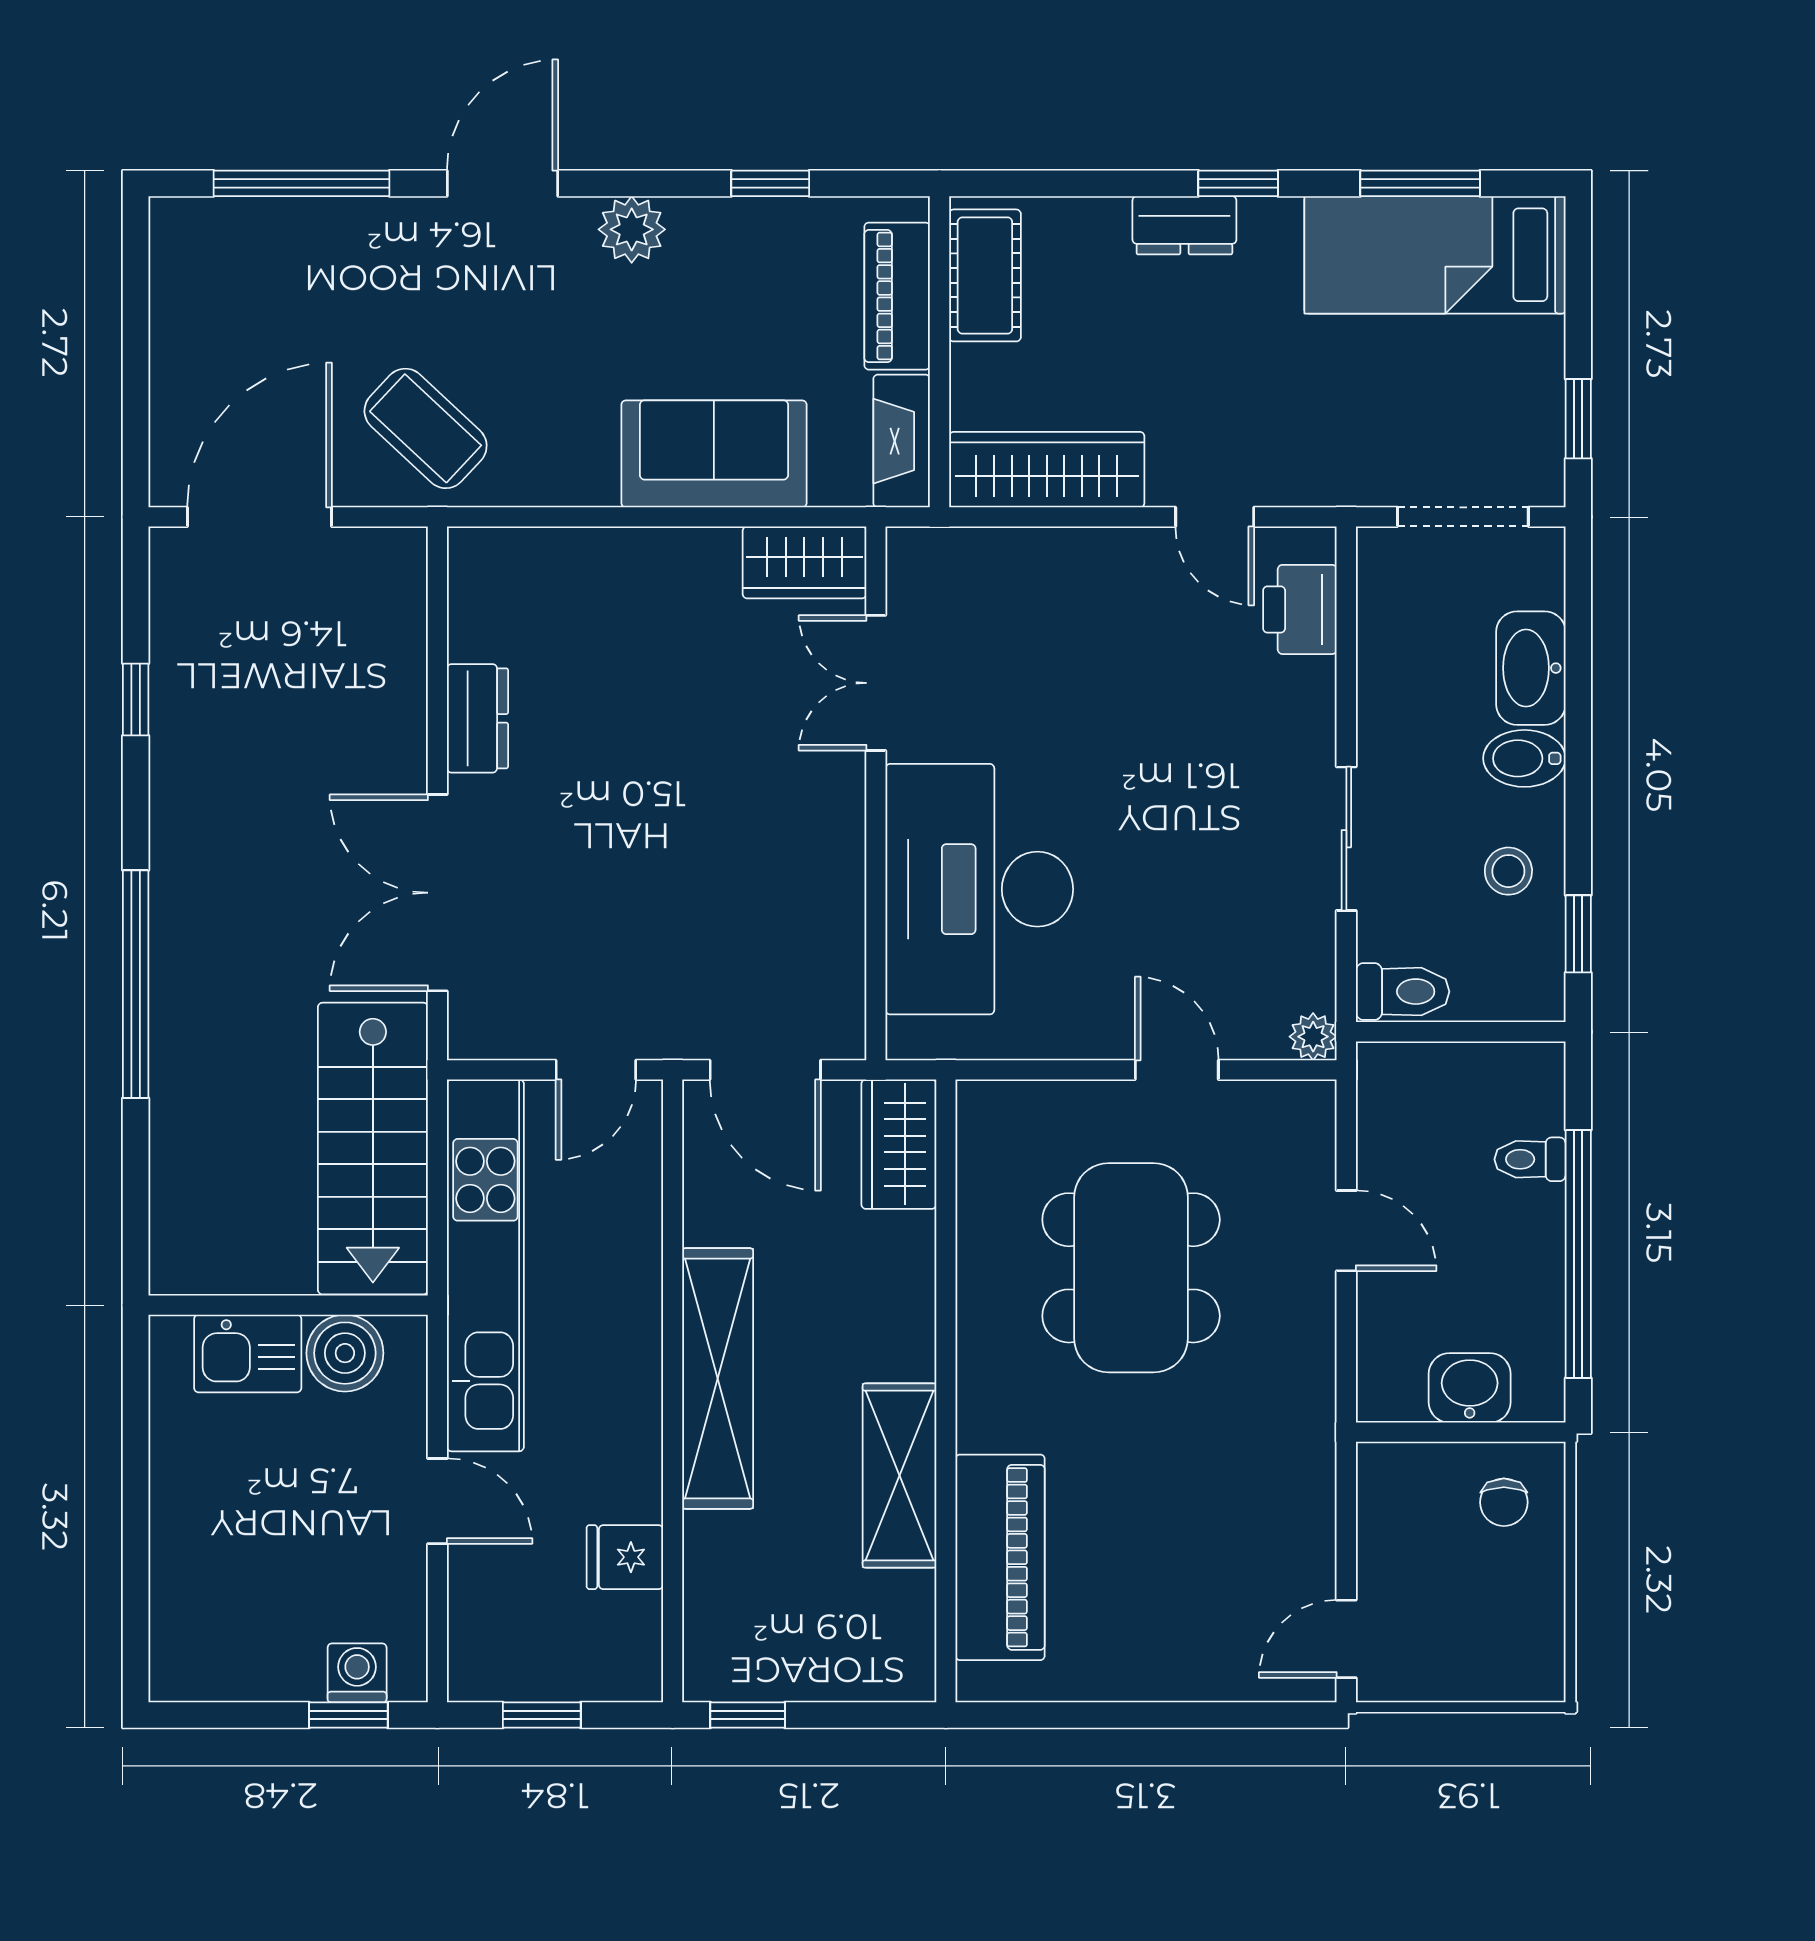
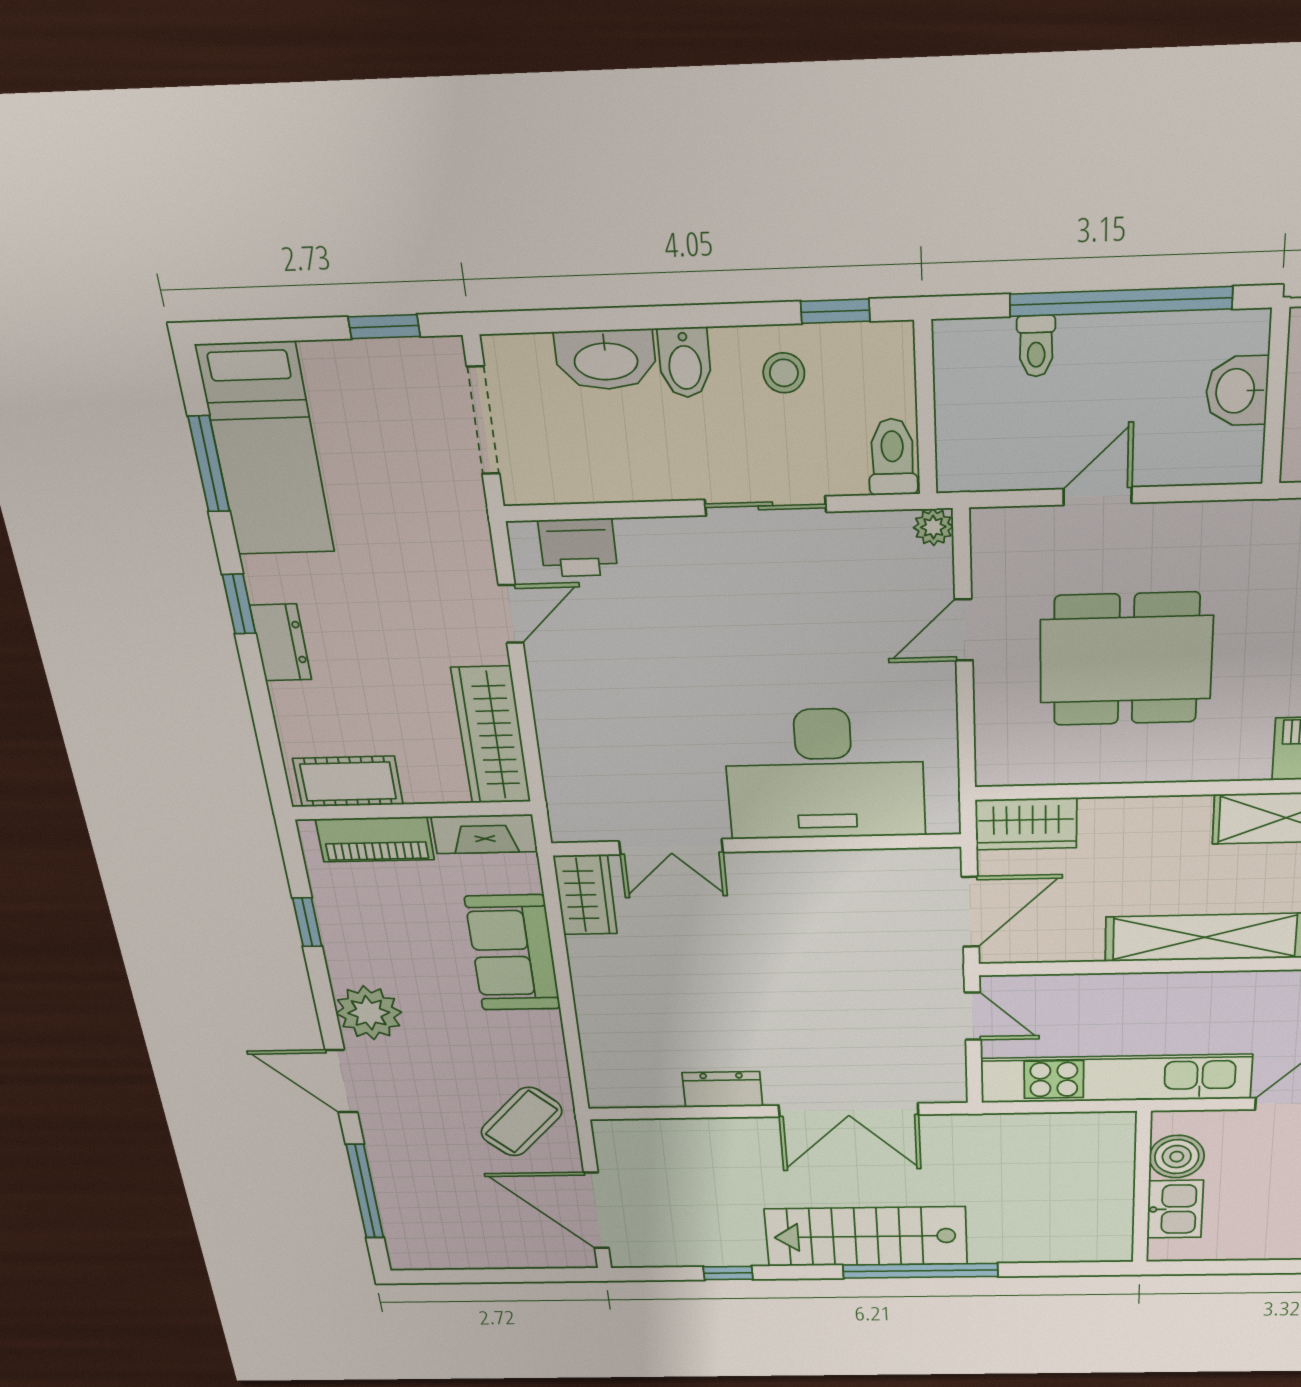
plant: (632, 229) -> (369, 1013), width x1.36, depth x1.36
stairs: (373, 1149) -> (866, 1237), moved, turned 180

